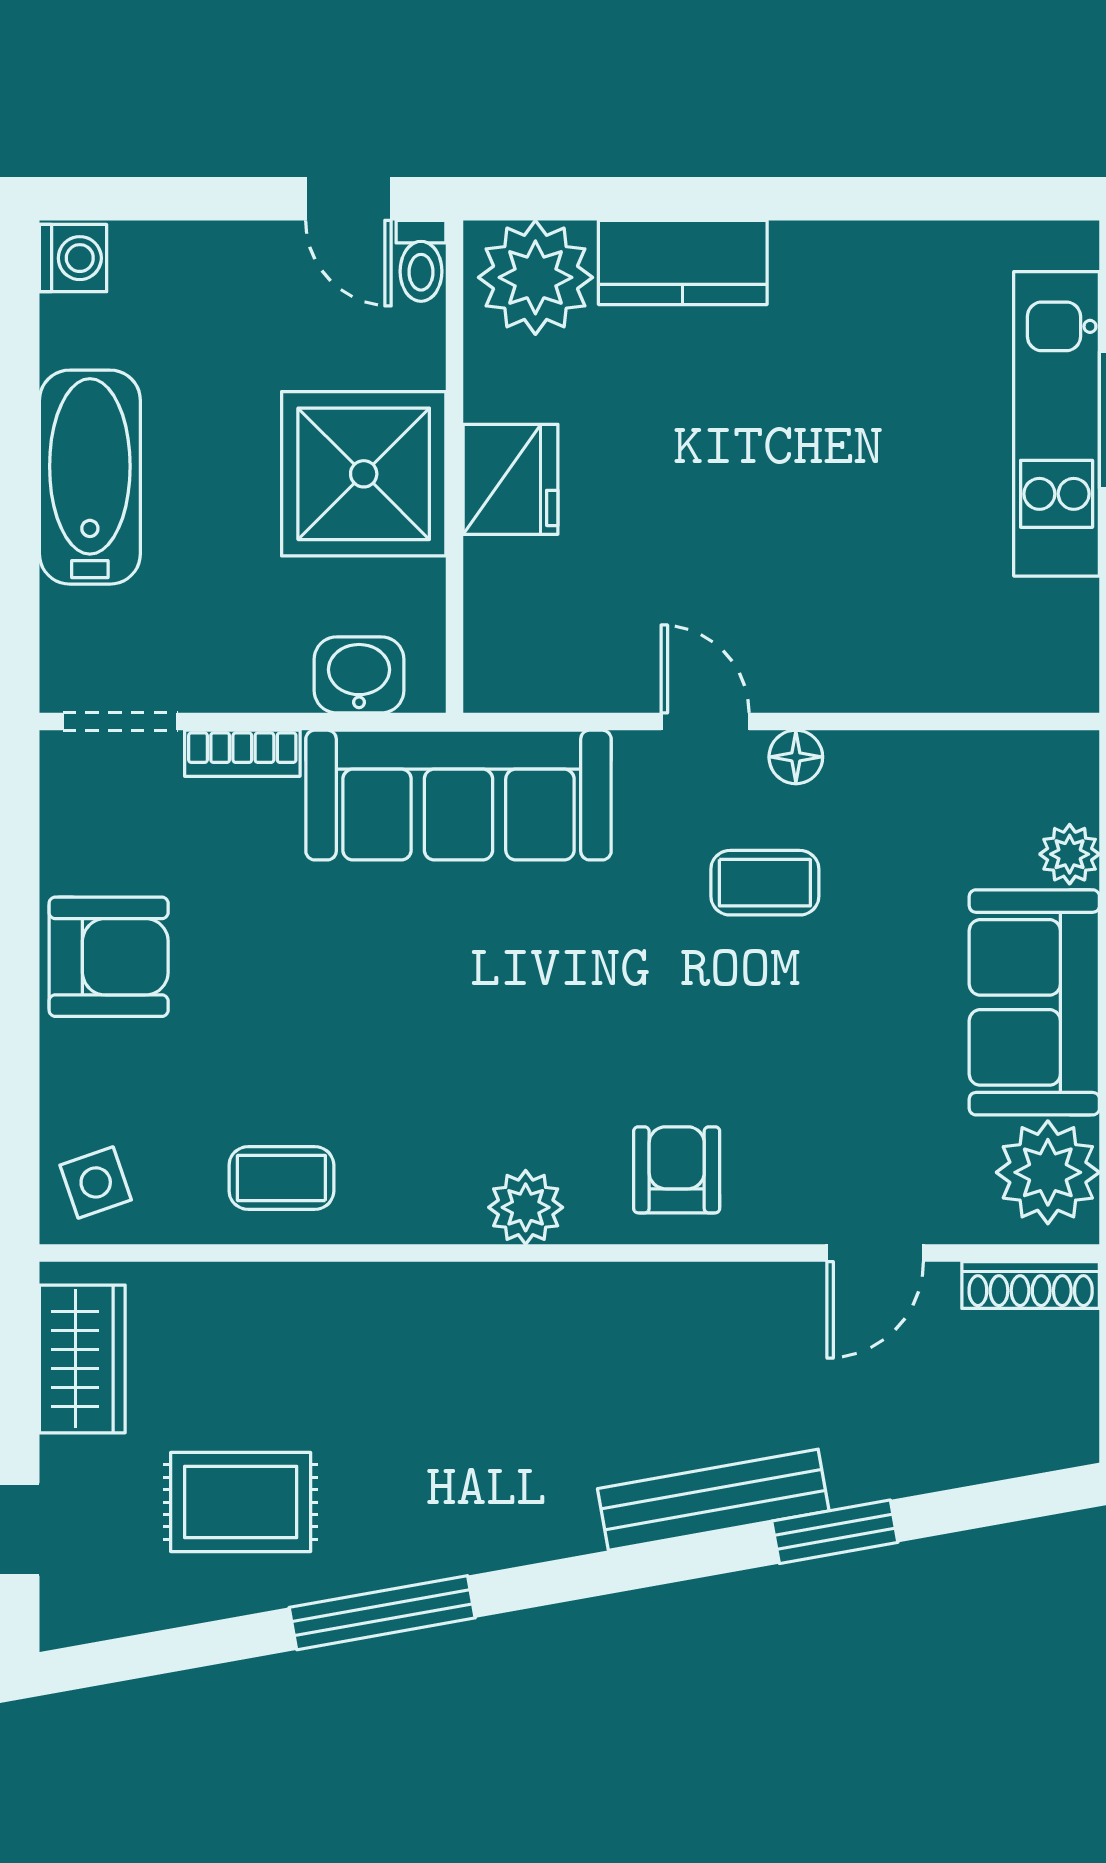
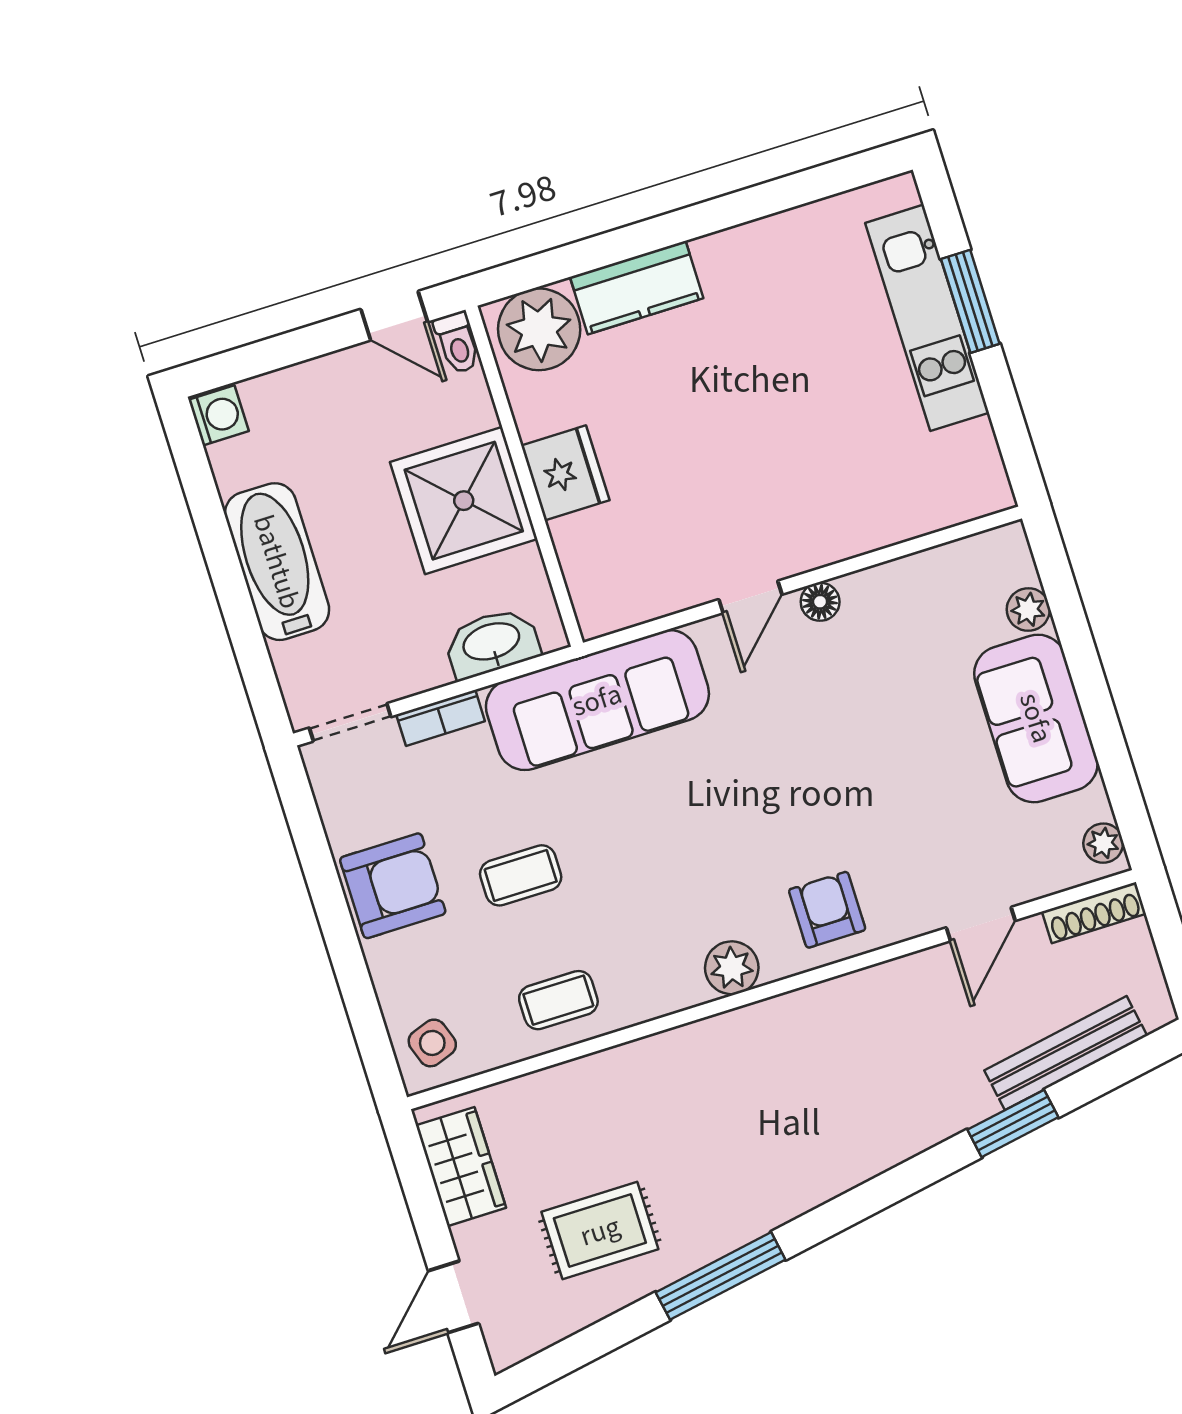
washbasin: (359, 675) -> (492, 643), width x1.38
door: (705, 722) -> (750, 597), swing flipped
coffee table: (765, 883) -> (521, 875), moved
plant: (1048, 1172) -> (1103, 843), width x0.53, depth x0.53
bench: (713, 1500) -> (1066, 1053), moved

